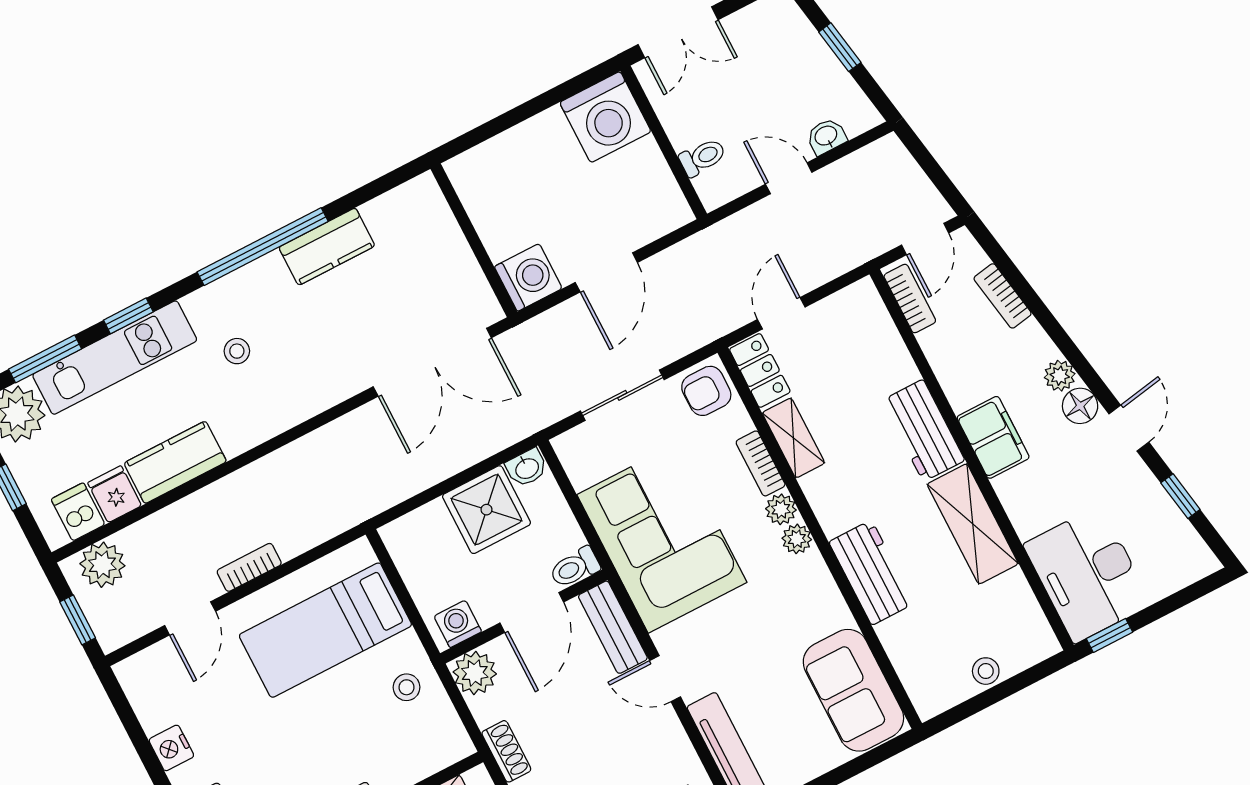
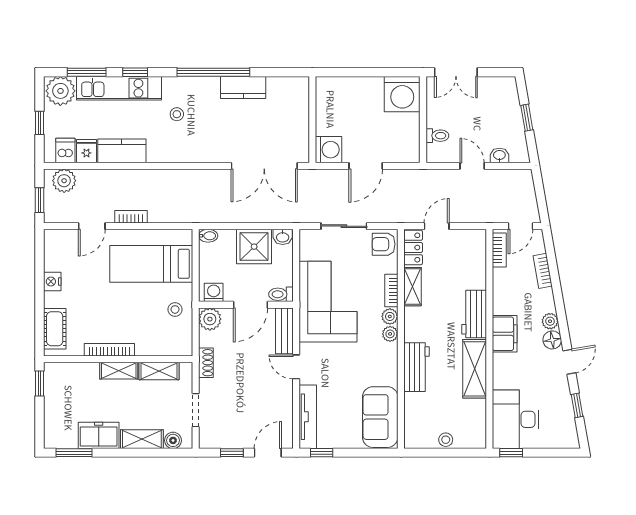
bidet: (398, 532) -> (208, 236), added

